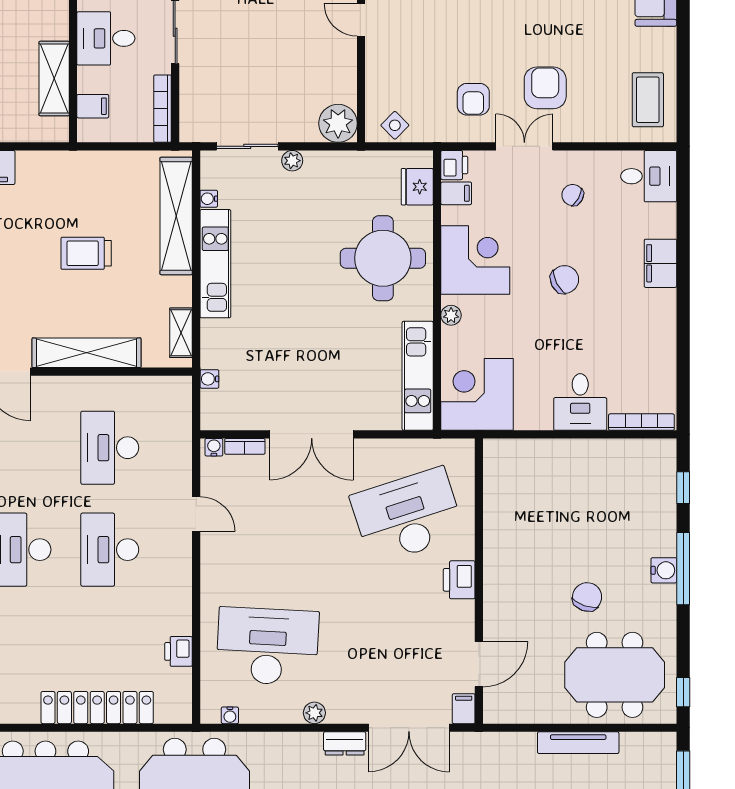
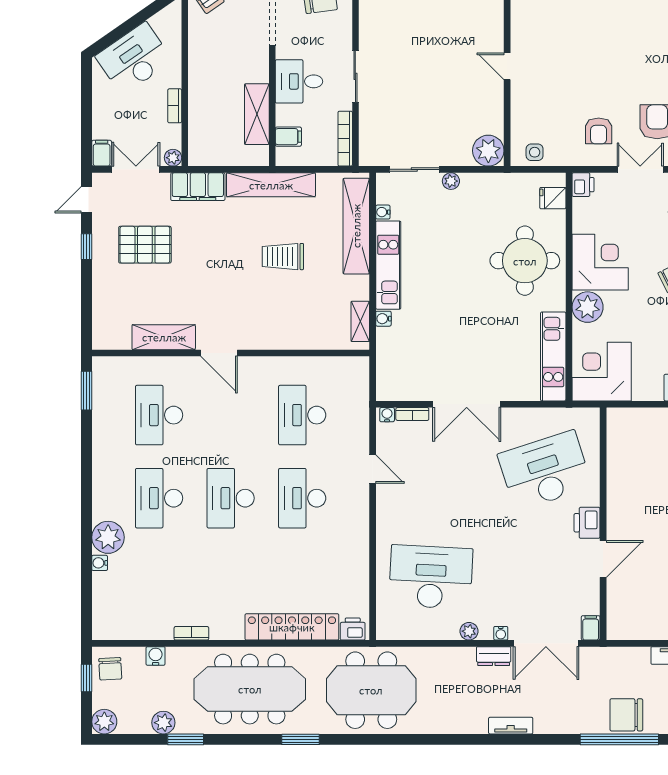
side table: (395, 125) -> (535, 152), turned 45
fridge: (417, 187) -> (553, 198), width x0.72
filing cabinet: (456, 193) -> (585, 208), removed
plant: (451, 315) -> (588, 307), width x1.87, depth x1.87
shelving: (87, 353) -> (271, 185), moved
water cooler: (209, 379) -> (383, 319), moved
printer: (178, 651) -> (353, 629), moved, turned 90
door: (479, 664) -> (603, 559), moved
water cooler: (230, 715) -> (501, 633), moved

